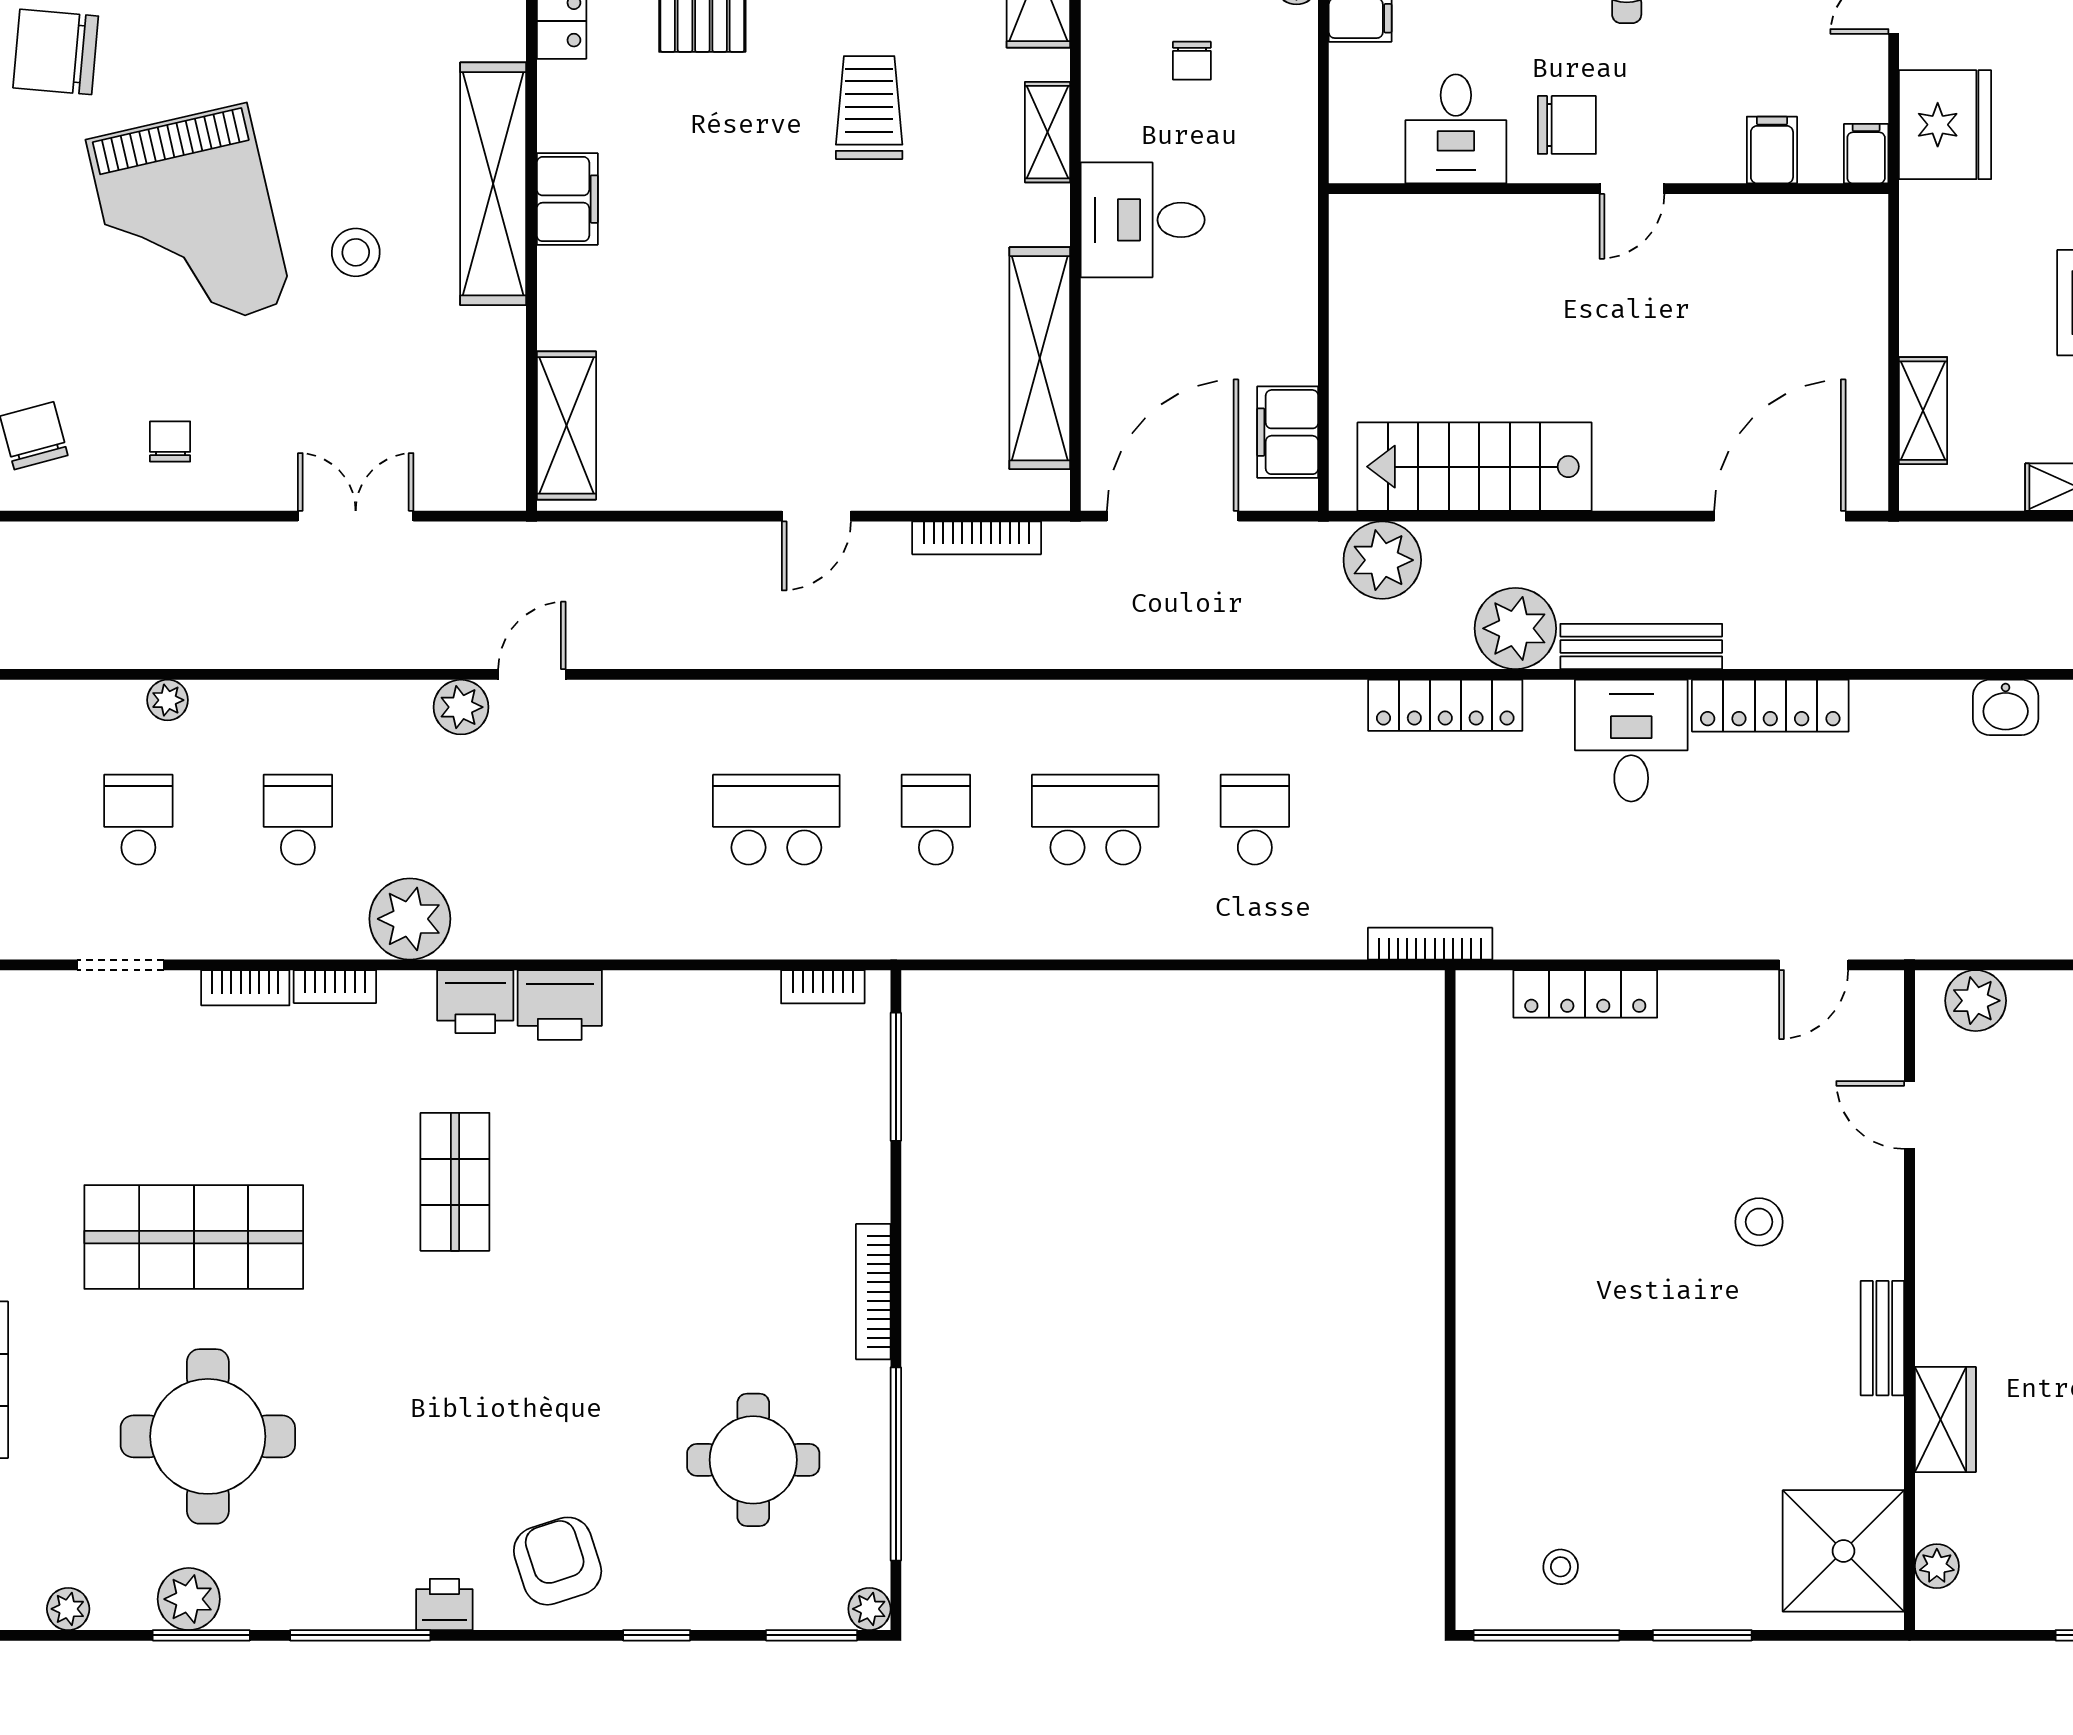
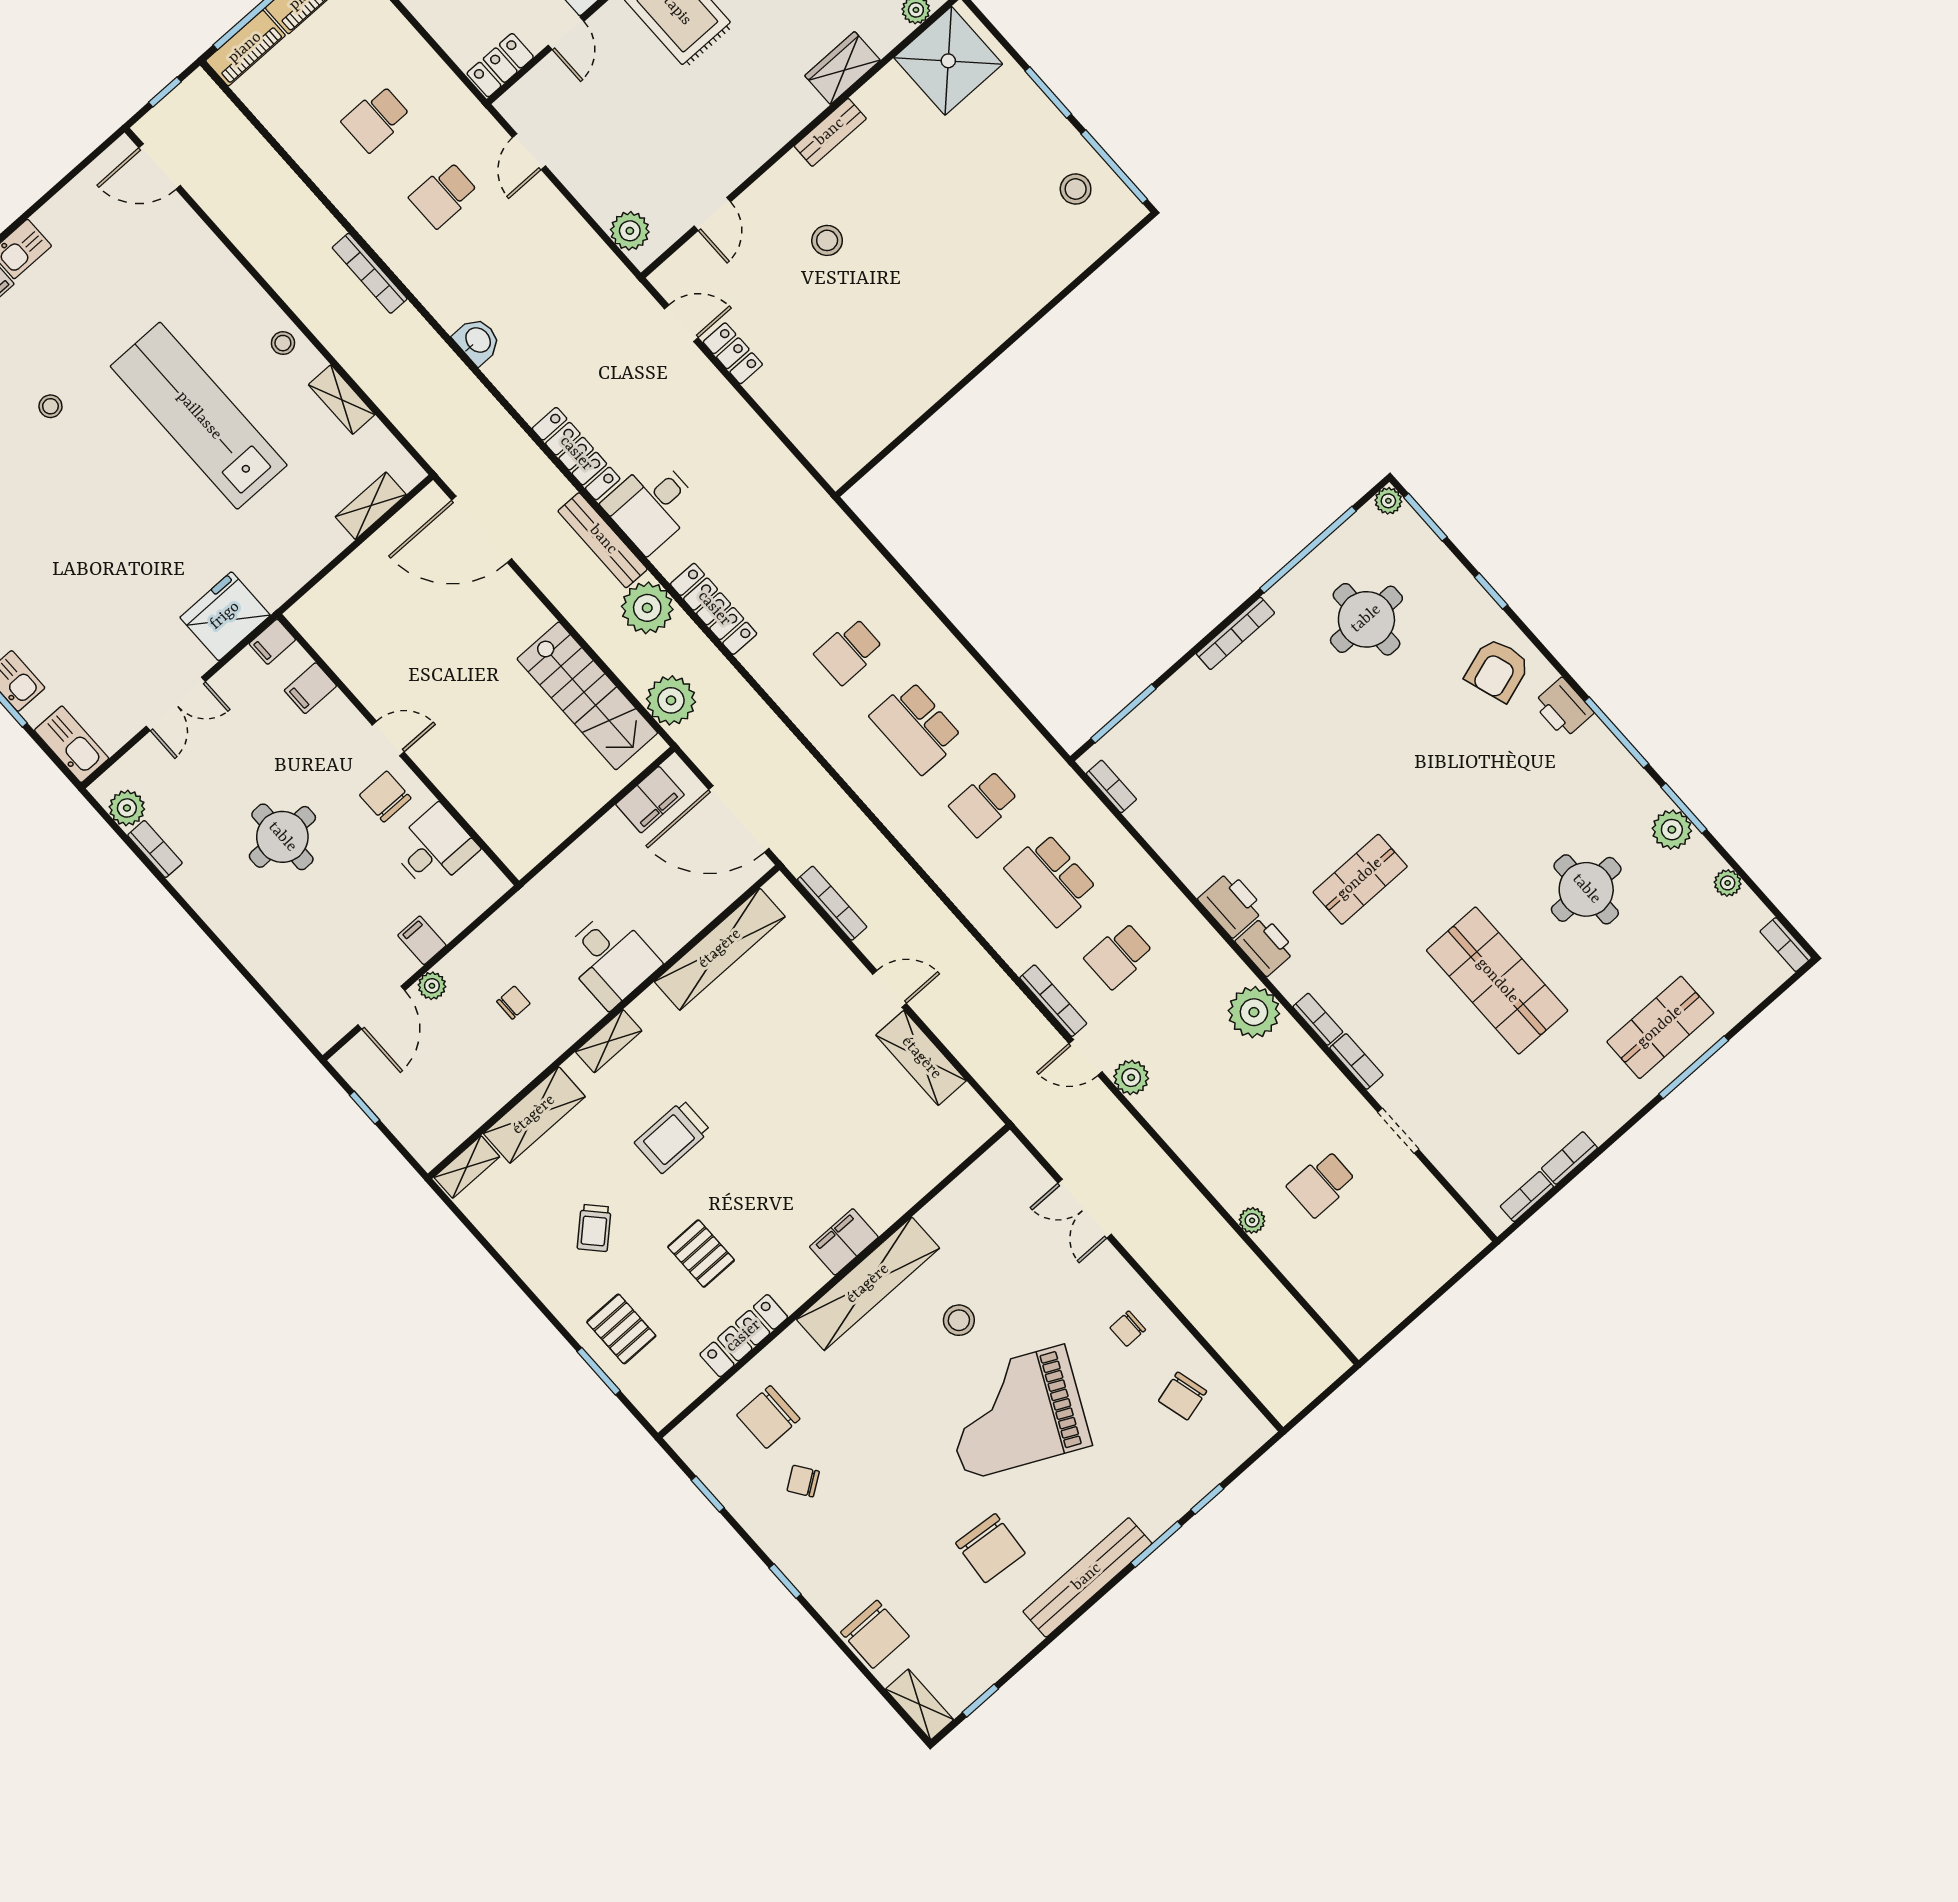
grand piano: (189, 222) -> (1015, 1412), turned -141
shelving: (566, 425) -> (921, 1058), moved, turned 90
school desk: (298, 820) -> (1119, 955), moved
bookcase: (1430, 944) -> (1053, 1001), moved, turned 180
locker: (1585, 994) -> (733, 353), moved, width x0.66
round table: (208, 1436) -> (1586, 889), width x0.73, depth x0.73
stool: (1561, 1567) -> (1076, 189), width x1.37, depth x1.37
printer: (444, 1604) -> (1563, 708), width x1.36, depth x1.24

